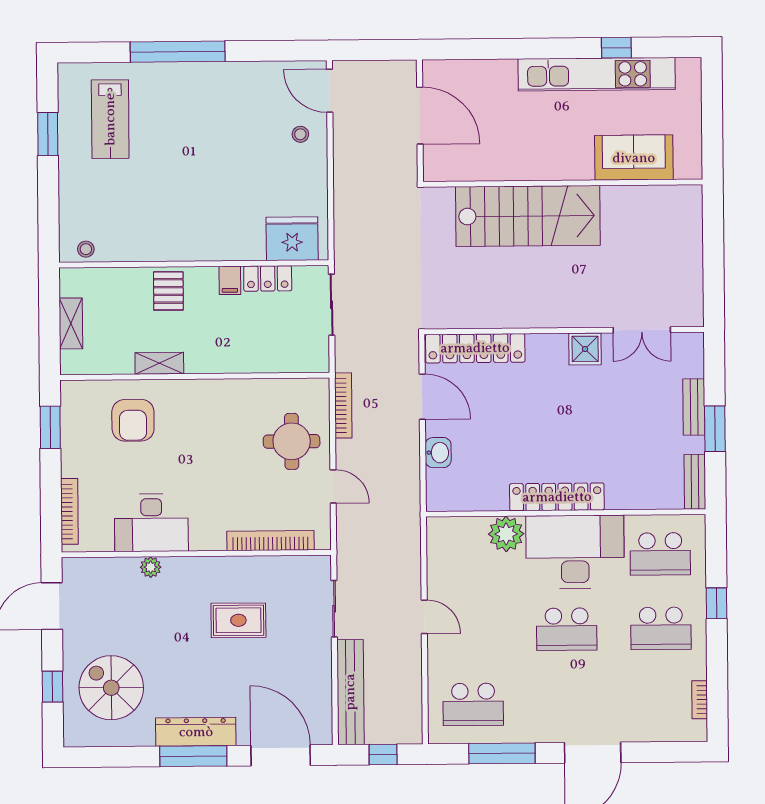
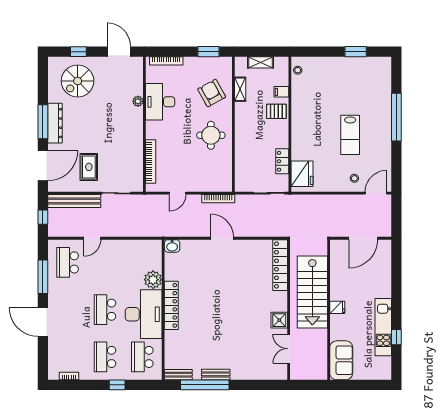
kitchen unit: (597, 74) -> (383, 327), width x0.73
lab bench: (110, 119) -> (350, 135), moved, turned -90
sofa: (634, 158) -> (341, 360), moved
fridge: (558, 166) -> (337, 307), added
filing cabinet: (230, 280) -> (281, 92), moved
double door: (642, 330) -> (289, 349), moved
wall: (564, 331) -> (289, 310), moved
locker: (475, 348) -> (280, 265), moved
shower: (585, 349) -> (279, 320), moved
shelving: (159, 363) -> (240, 89), moved
door: (422, 397) -> (222, 238), swing flipped
armchair: (133, 420) -> (212, 93), turned 61
window: (715, 429) -> (205, 385), width x2.11
round table: (292, 441) -> (211, 135), moved
washbasin: (438, 453) -> (172, 246), moved
door: (424, 617) -> (92, 238), moved
rug: (238, 620) -> (89, 167), moved
spiral stairs: (111, 688) -> (78, 81), turned 180

